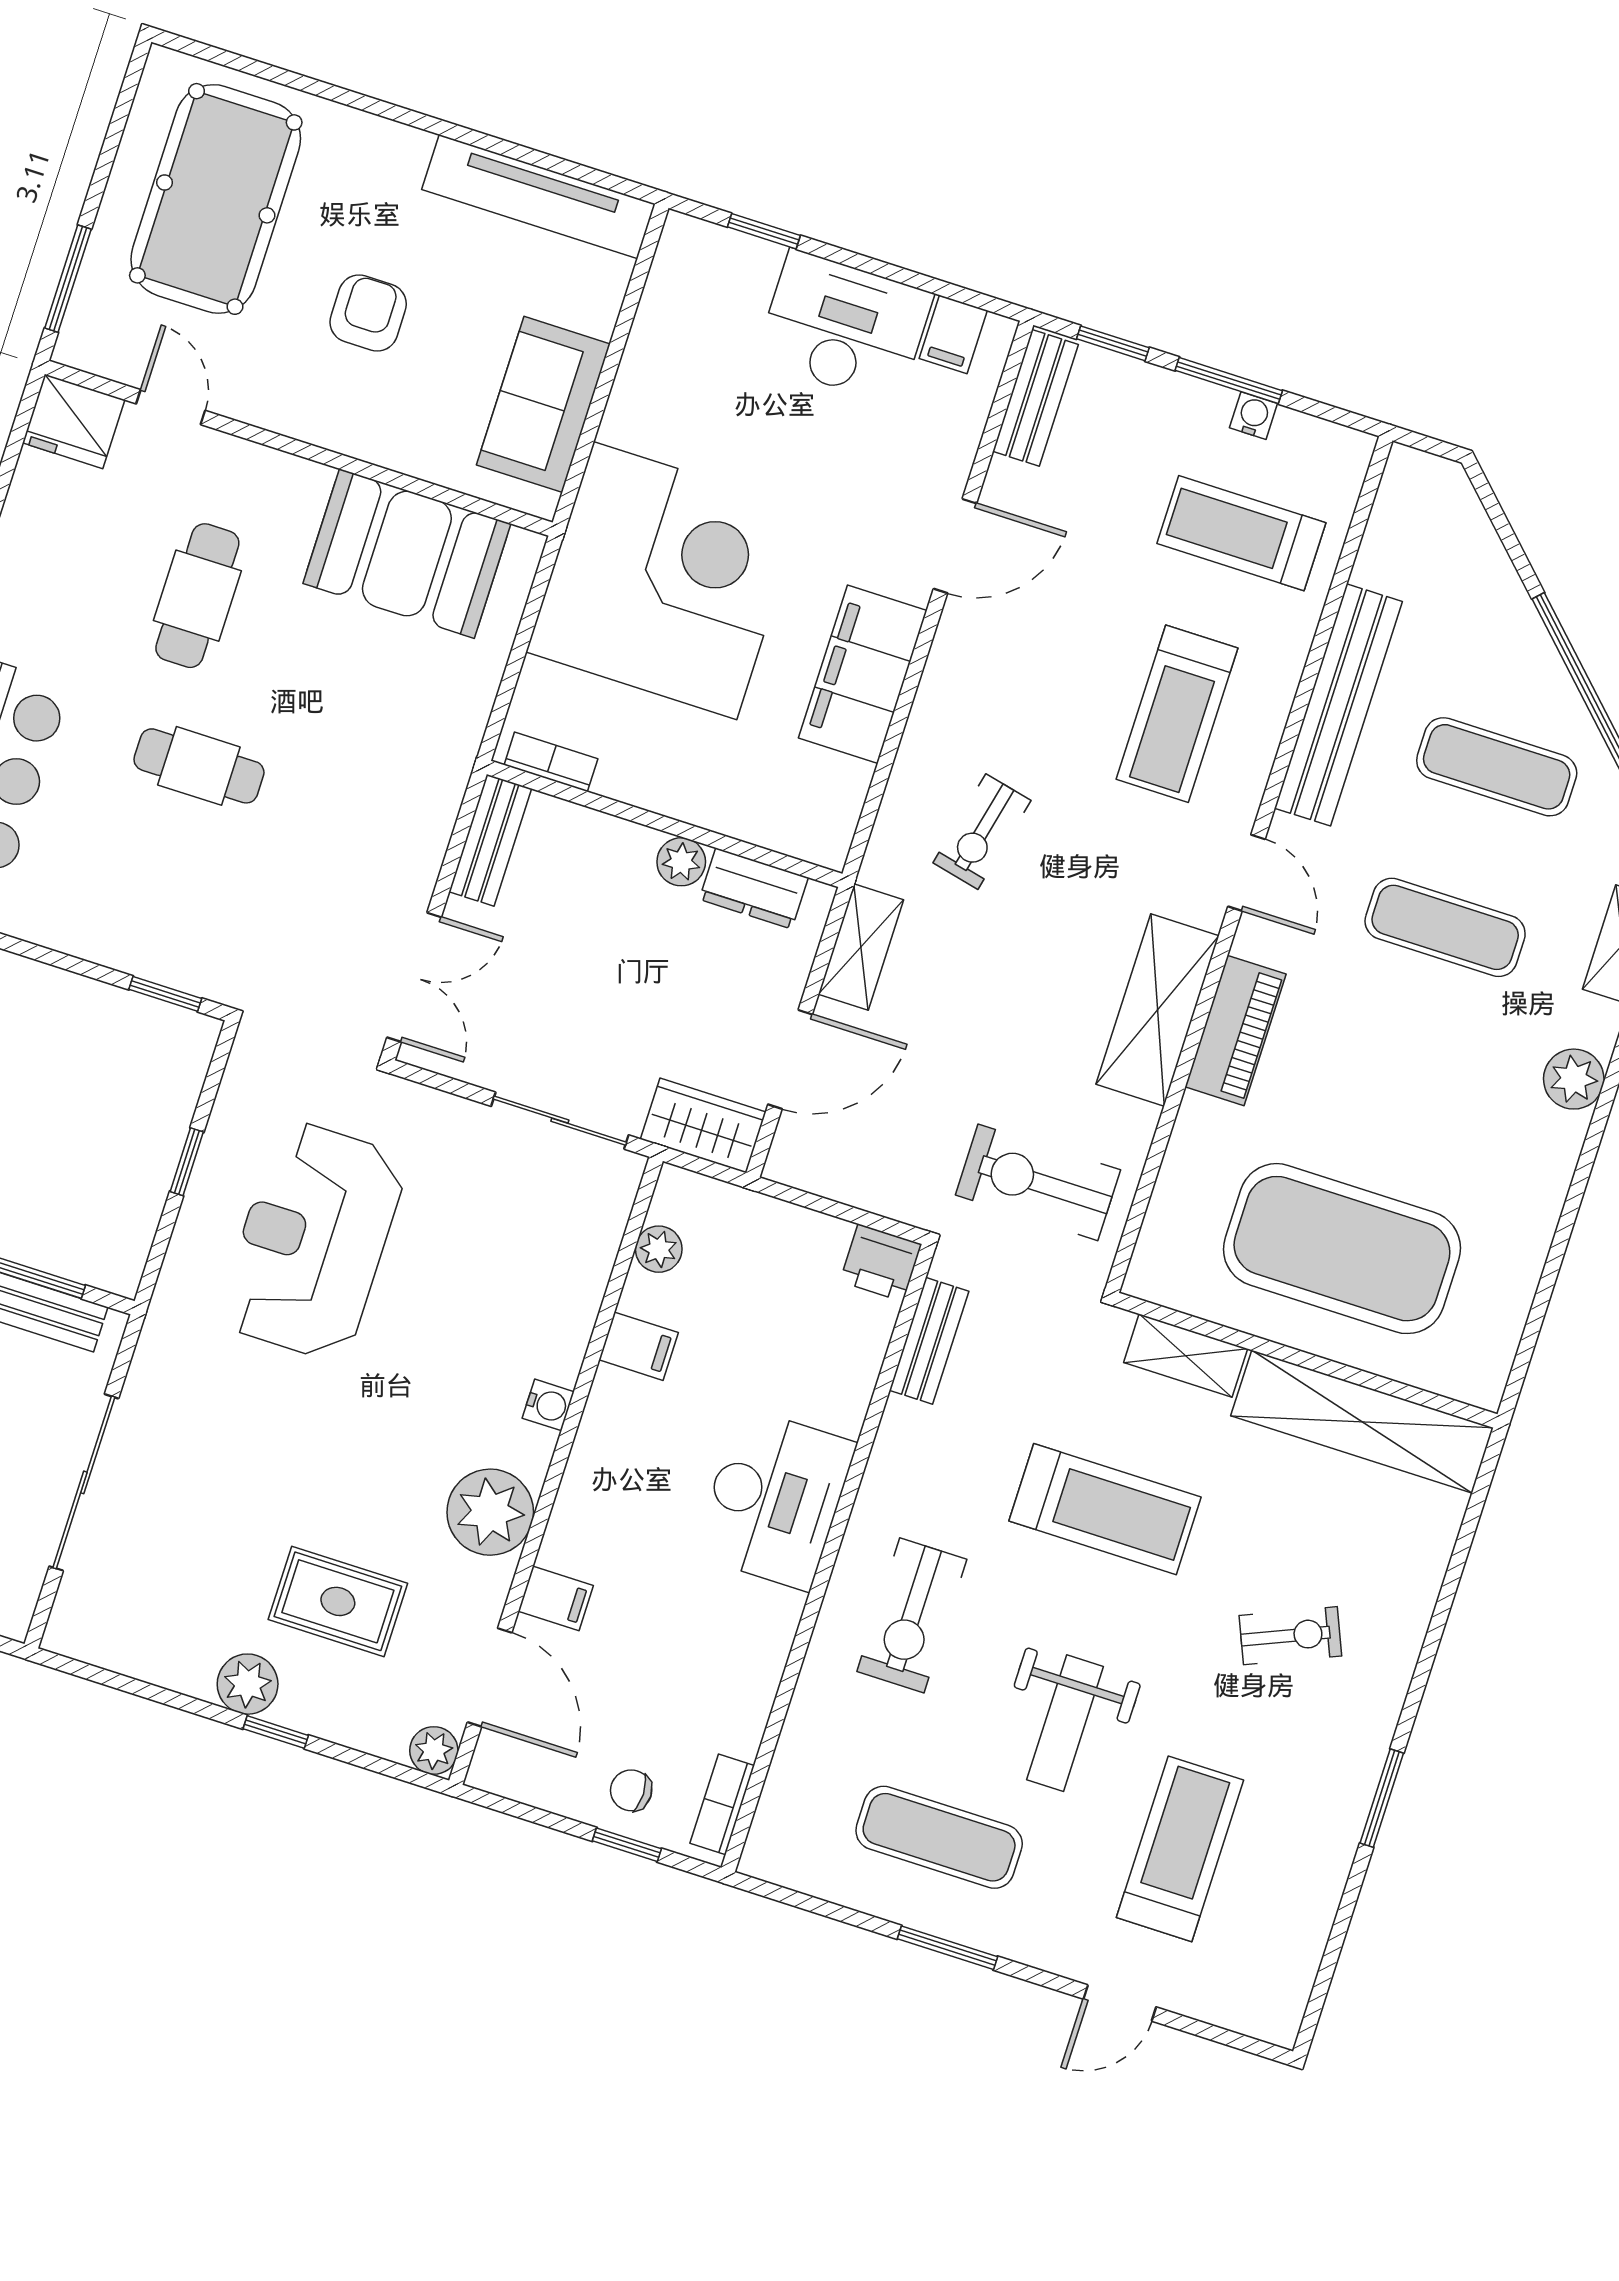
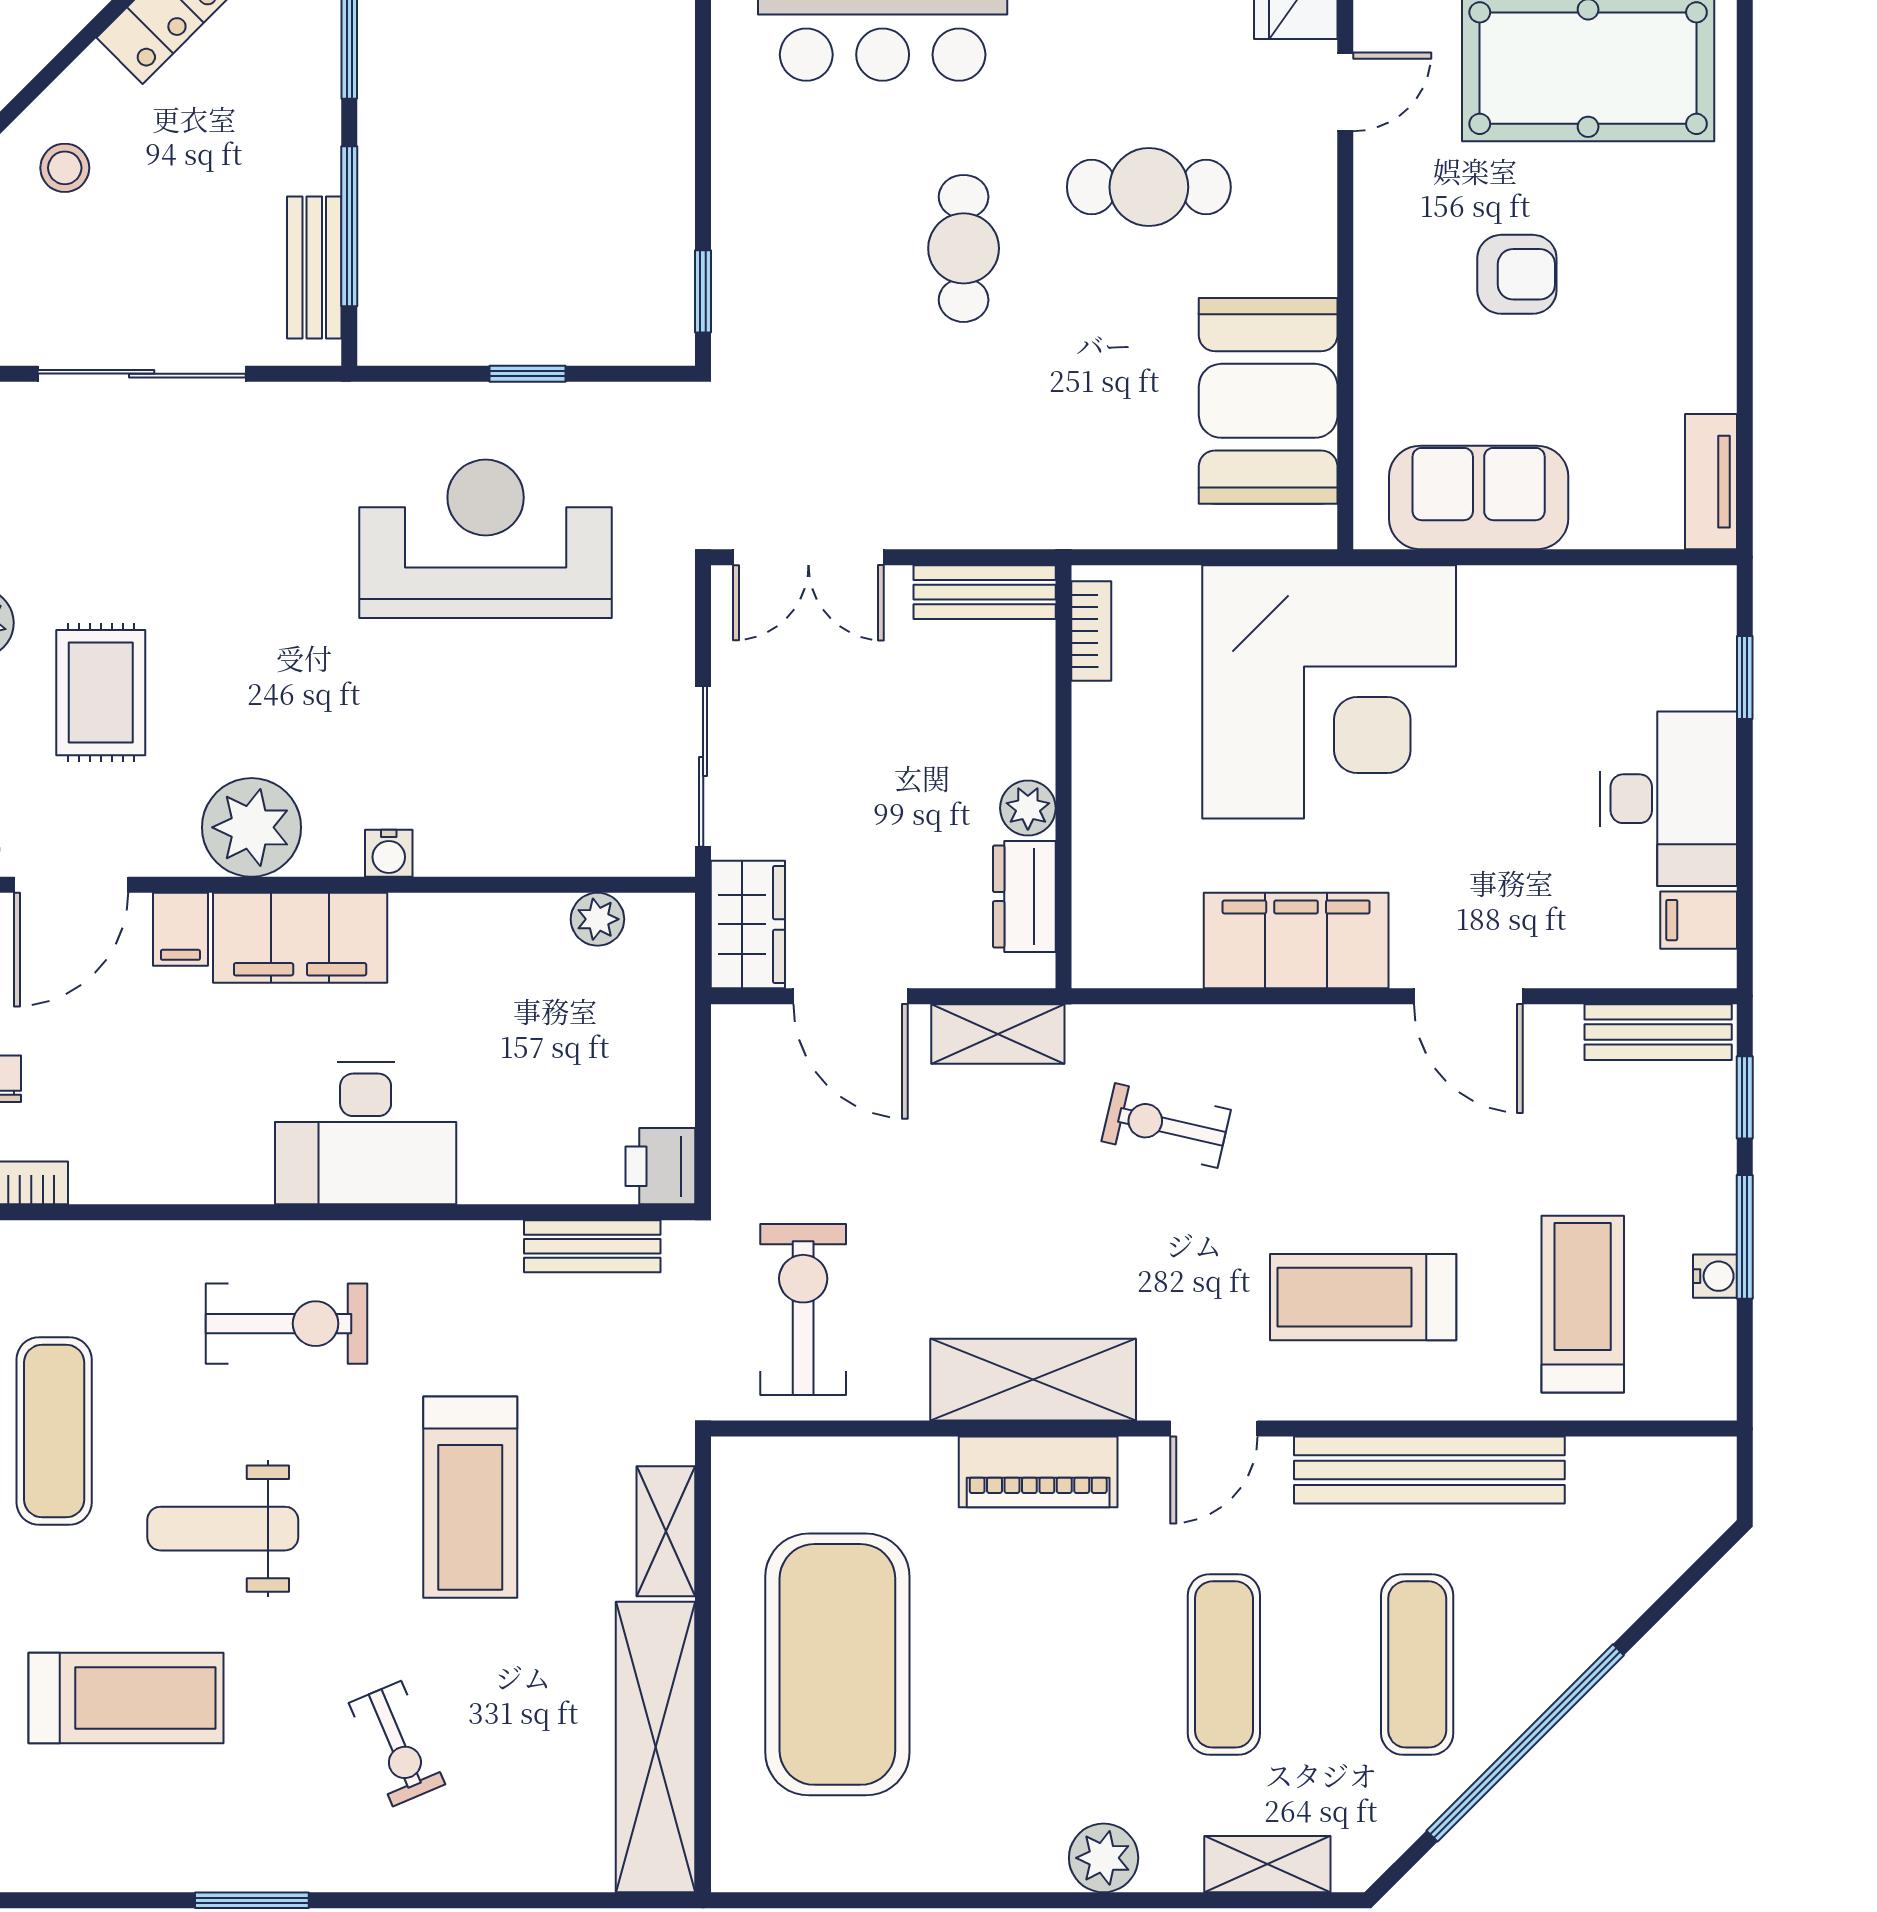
tv unit: (539, 197) -> (1711, 482), width x0.52, depth x0.78
filing cabinet: (639, 1346) -> (300, 938), moved, width x3.00, depth x1.17
exercise bike: (912, 1615) -> (286, 1324), turned 180

